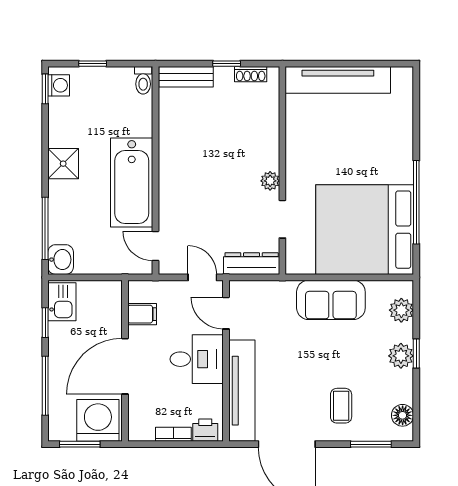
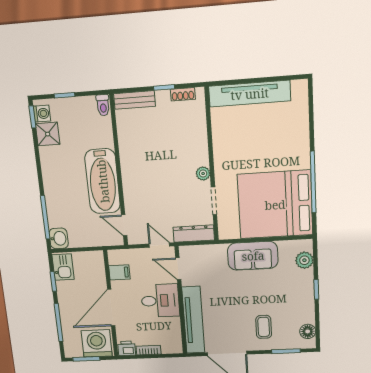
shower: (63, 164) -> (48, 134), moved
plant: (401, 356) -> (305, 292), removed
printer: (205, 430) -> (127, 348), moved

